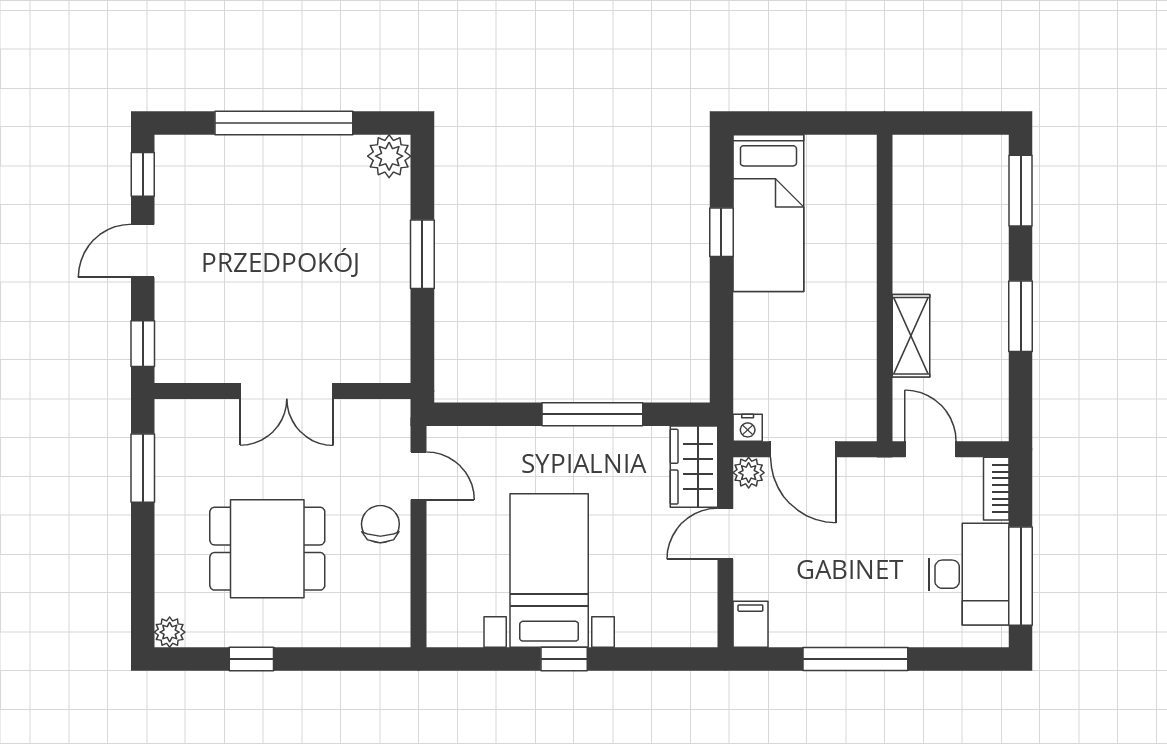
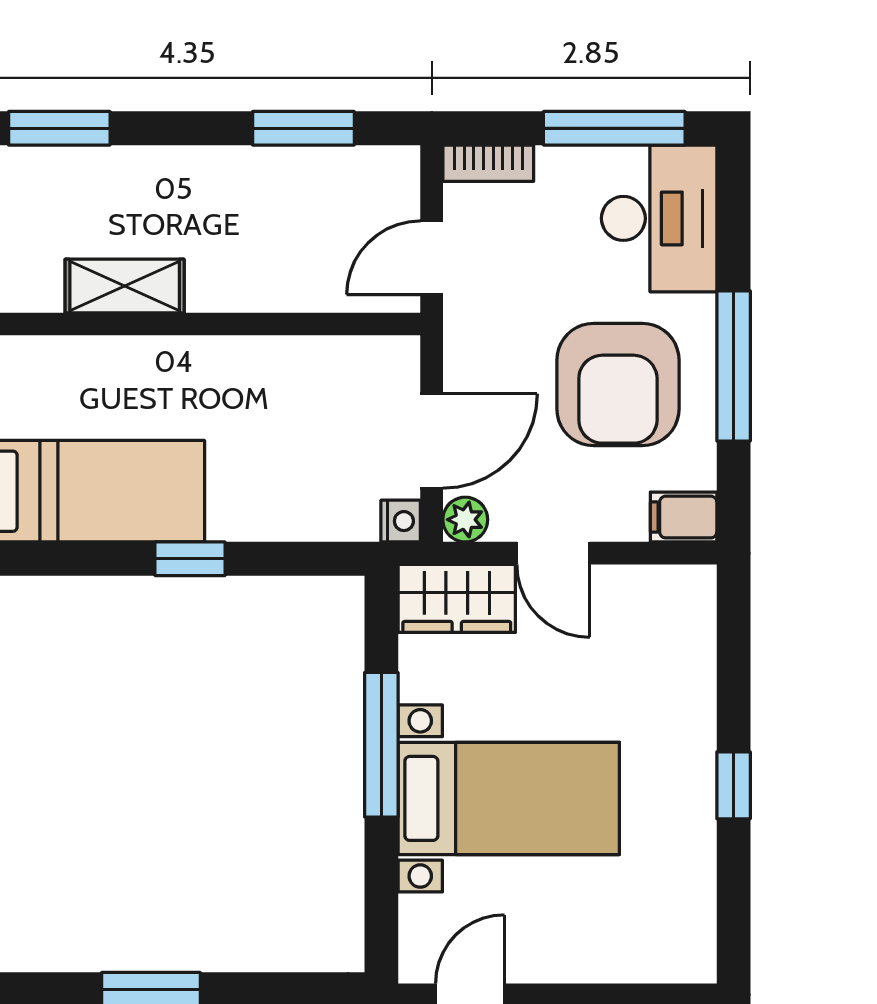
window: (721, 232) -> (190, 559), moved
window: (1021, 316) -> (303, 128), moved
shelving: (911, 336) -> (125, 286), moved
bed with nightstands: (549, 570) -> (509, 798), moved, turned 180
desk: (969, 574) -> (659, 218), moved, turned 90
armchair: (842, 579) -> (618, 385), added

